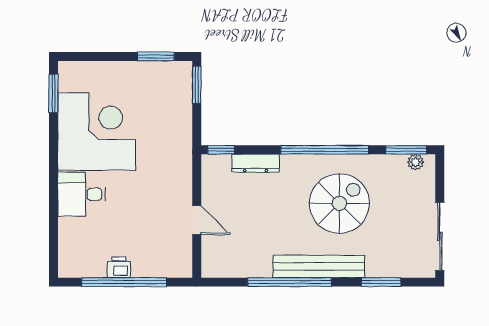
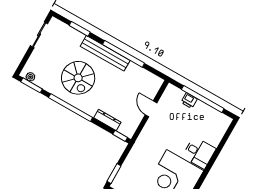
spiral stairs: (339, 203) -> (78, 78), turned -90
sliding door: (440, 236) -> (39, 35), width x0.73
printer: (119, 267) -> (189, 101), moved

